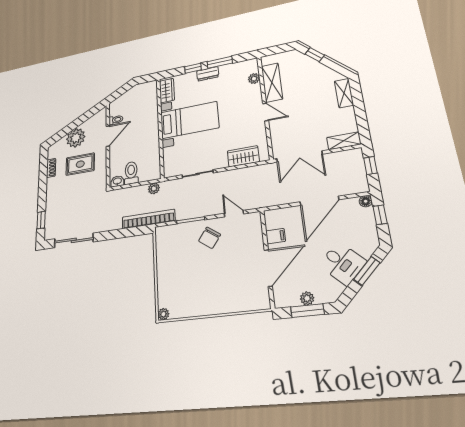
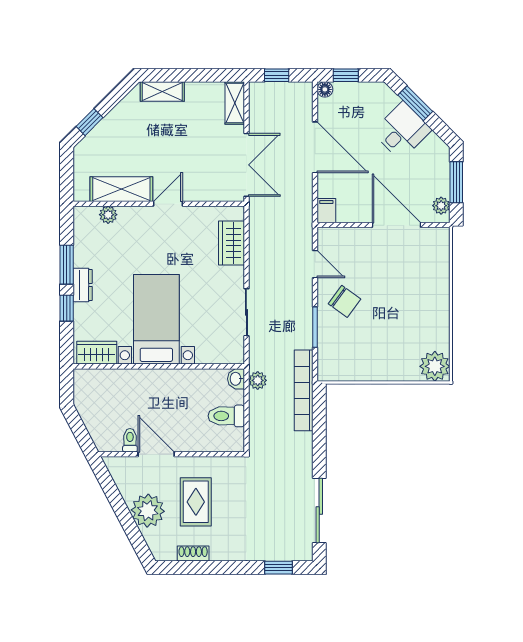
washbasin: (117, 181) -> (236, 379), moved
door: (234, 214) -> (315, 264), swing flipped
filing cabinet: (276, 236) -> (326, 211), moved
plant: (307, 298) -> (441, 206), moved
plant: (163, 314) -> (435, 366), width x1.87, depth x1.87

